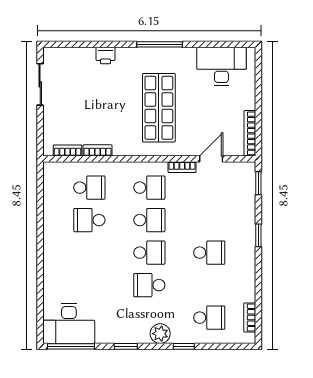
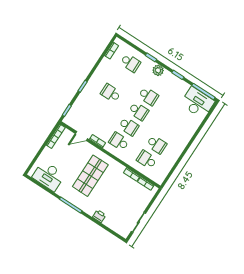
school desk: (149, 220) -> (129, 126), turned 180
school desk: (149, 253) -> (139, 111), turned 180
school desk: (209, 318) -> (130, 63), turned 180

